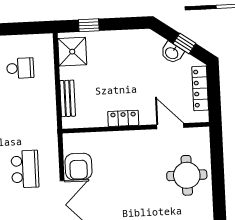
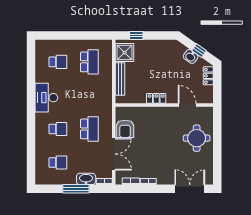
school desk: (20, 68) -> (89, 62), width x1.85
locker: (200, 88) -> (208, 76), width x0.66
bench: (68, 98) -> (120, 79), width x1.36

